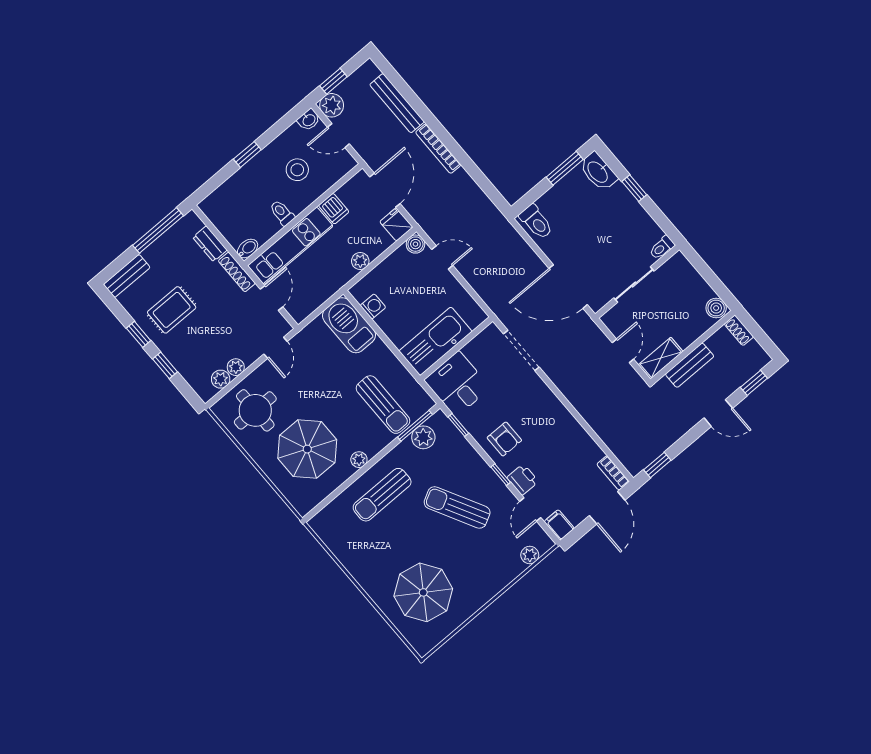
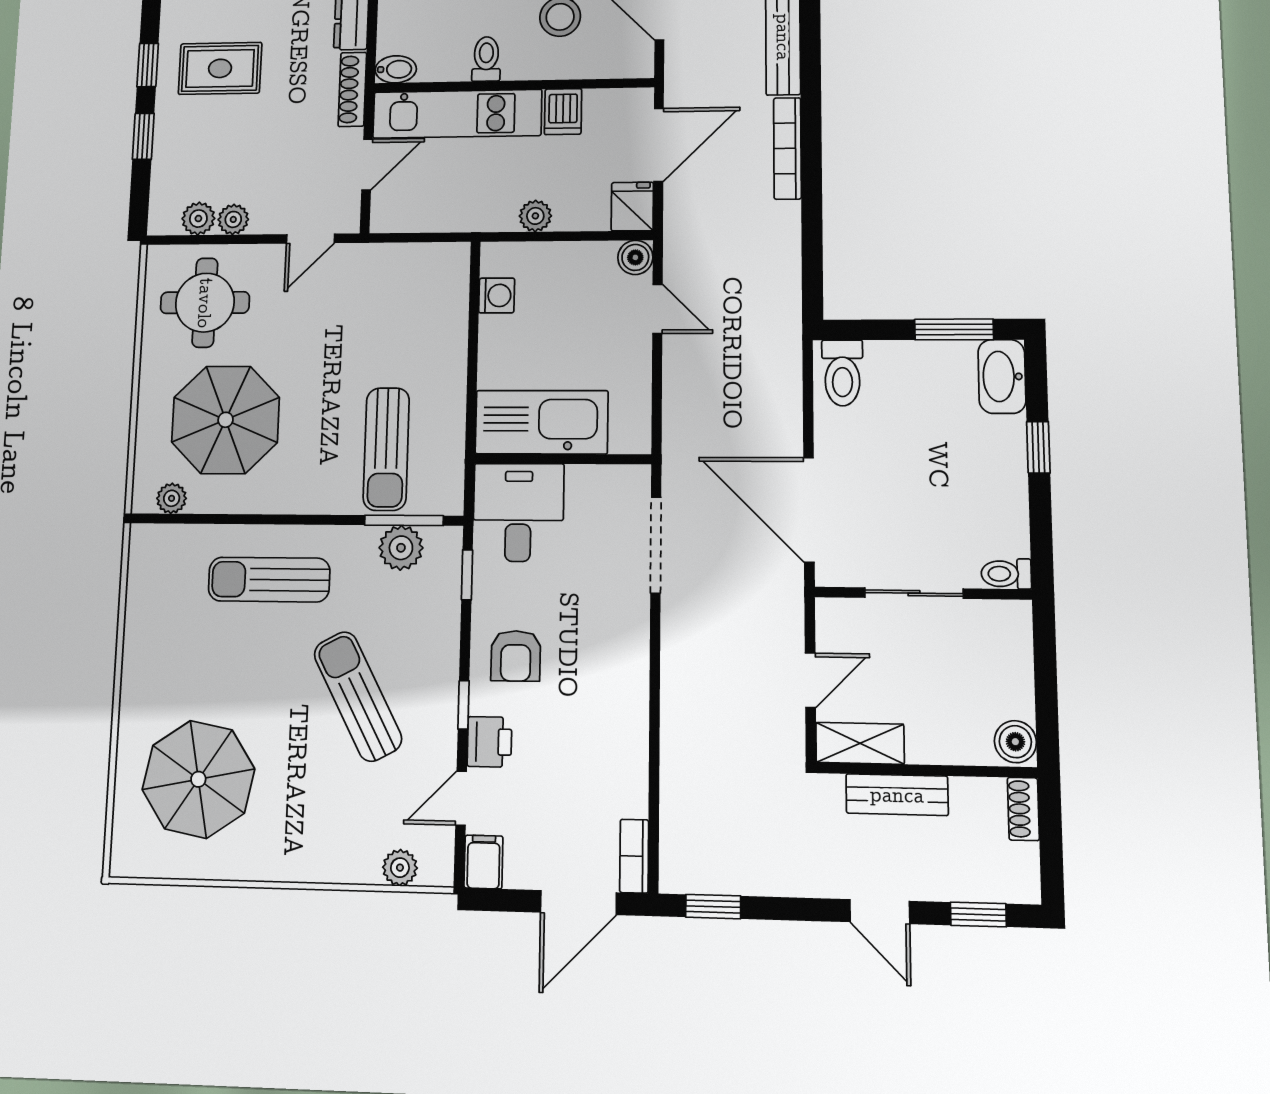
barbecue: (349, 325) -> (439, 294), removed
plant: (359, 460) -> (172, 498), moved

